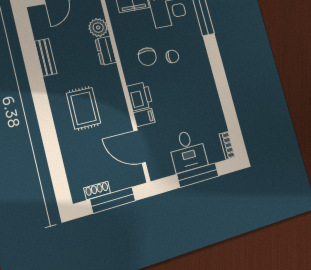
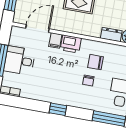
window: (221, 79) -> (58, 109), added

